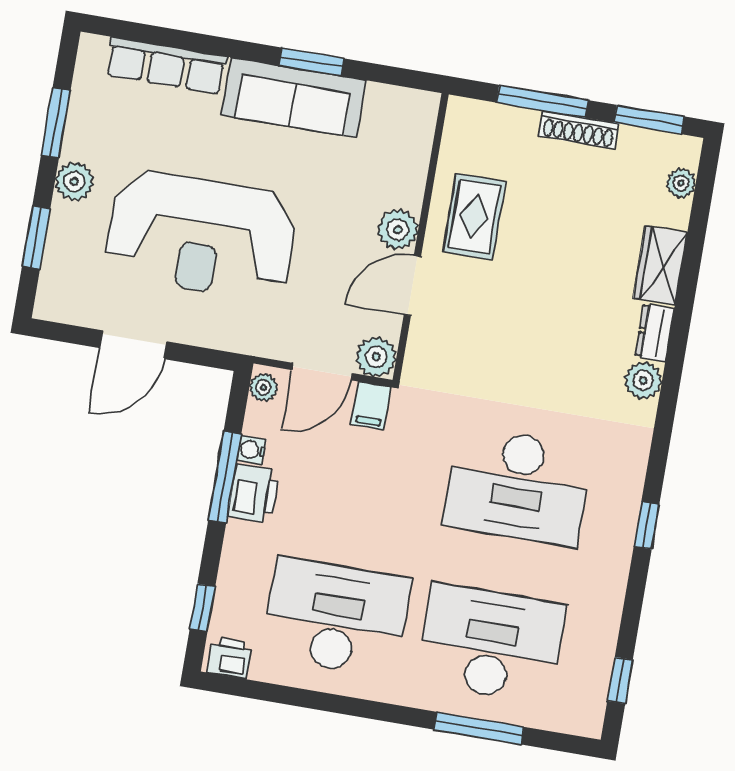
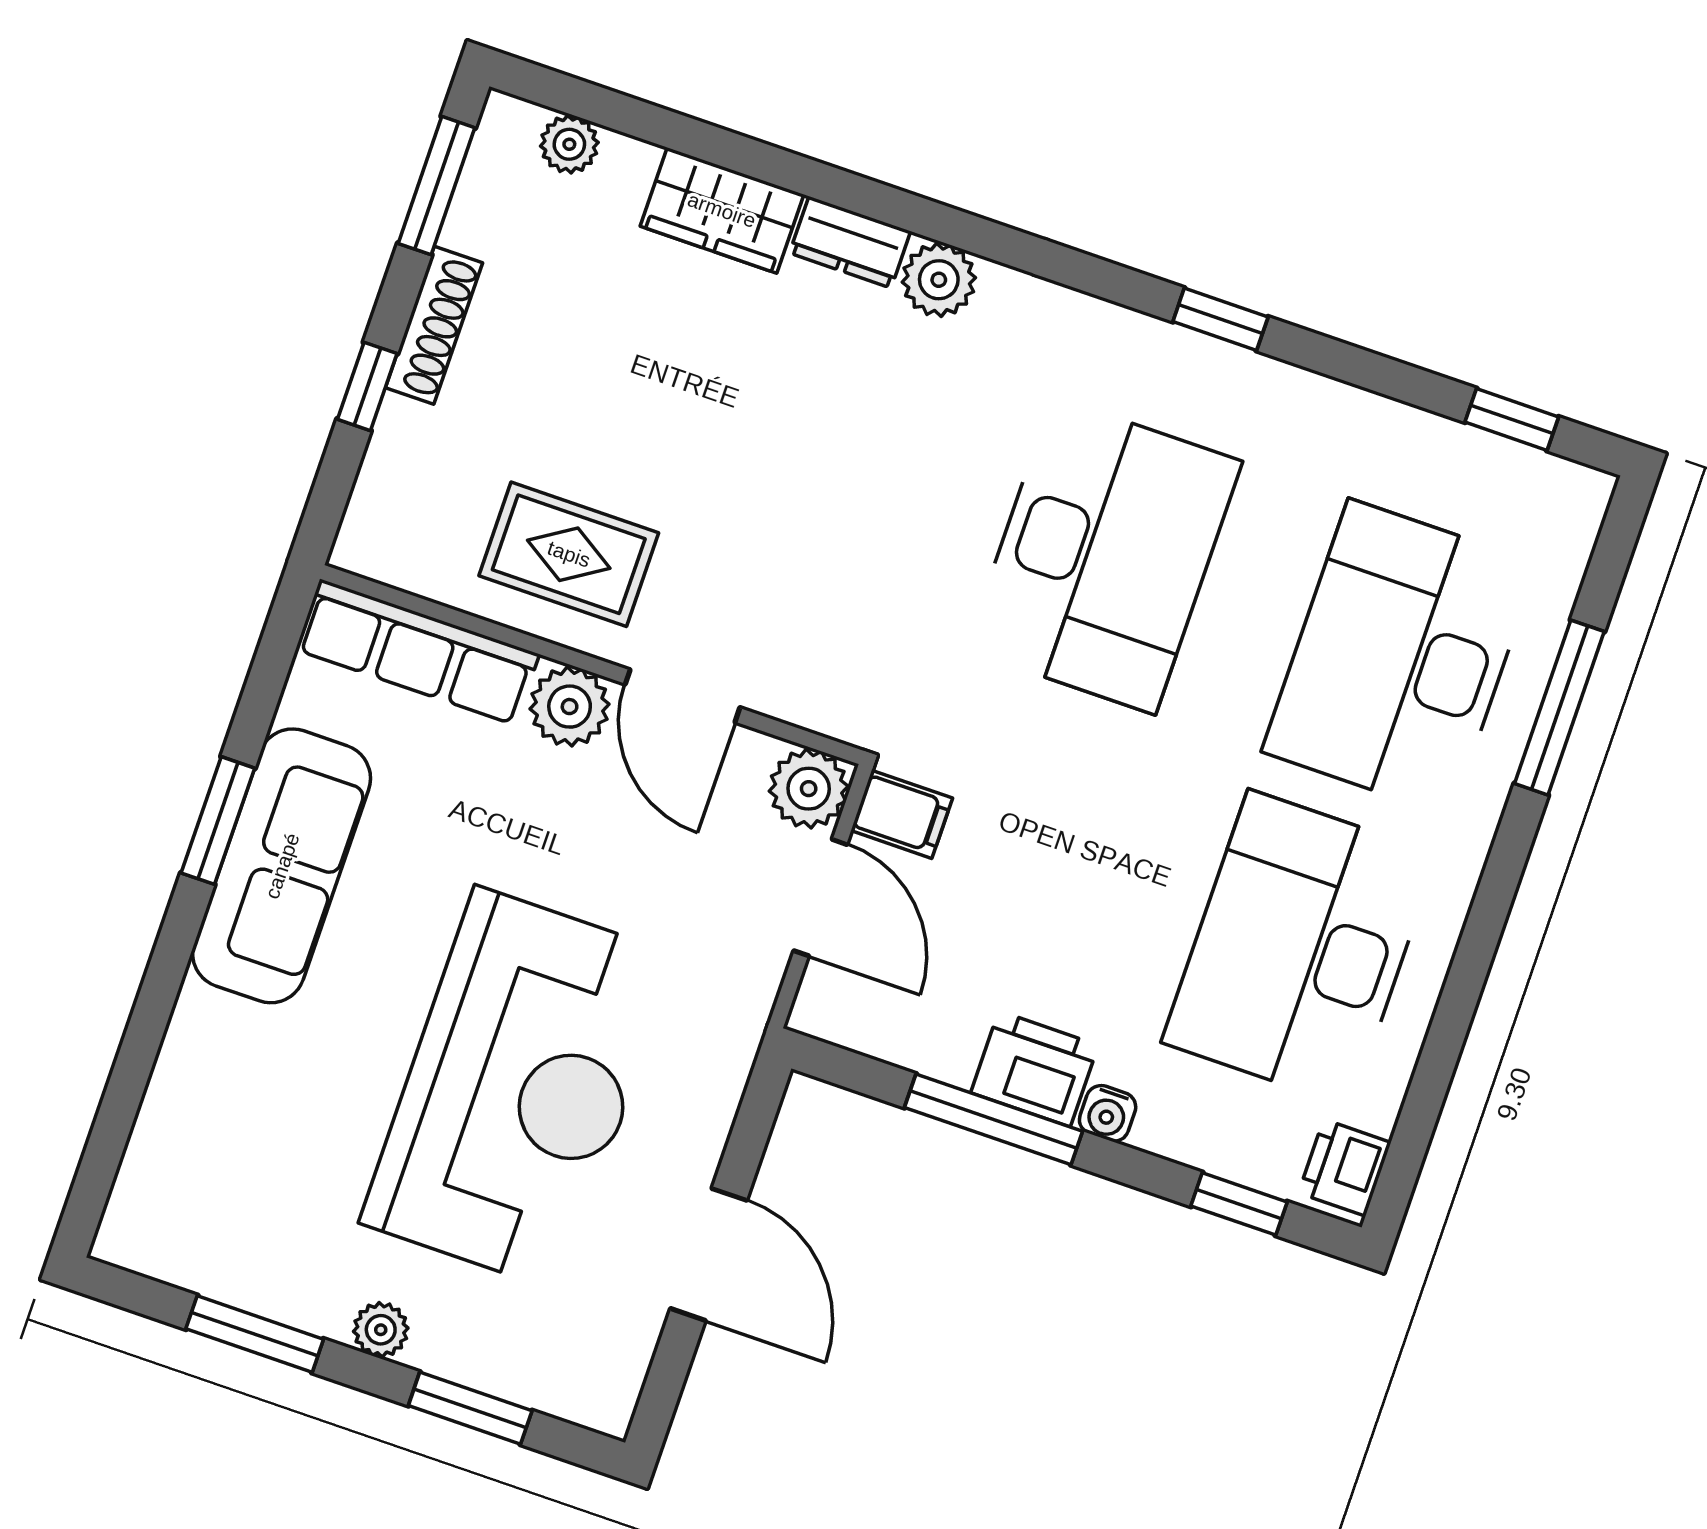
row of seats: (166, 66) -> (417, 652), moved, turned 90
window: (542, 101) -> (367, 386), width x0.46
plant: (74, 182) -> (381, 1330), width x0.73, depth x0.73
plant: (263, 387) -> (832, 1016), removed
water cooler: (252, 450) -> (1108, 1113), moved

